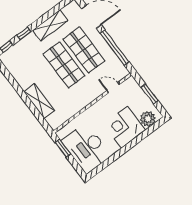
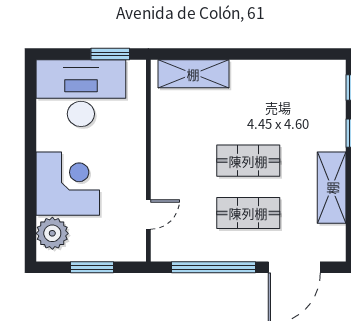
shop shelf: (84, 50) -> (248, 213), width x0.70, depth x0.74
shop shelf: (64, 65) -> (248, 161), width x0.70, depth x0.74
shelving: (39, 101) -> (193, 74), moved

